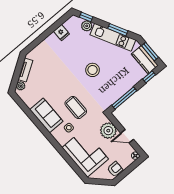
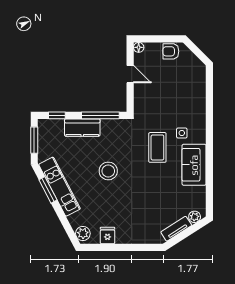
window: (86, 17) -> (69, 230), removed
plant: (87, 26) -> (83, 233), moved
kitchen counter: (145, 60) -> (82, 128), moved, turned 90
plant: (108, 131) -> (144, 96), removed
corner sofa: (85, 153) -> (187, 93), removed

